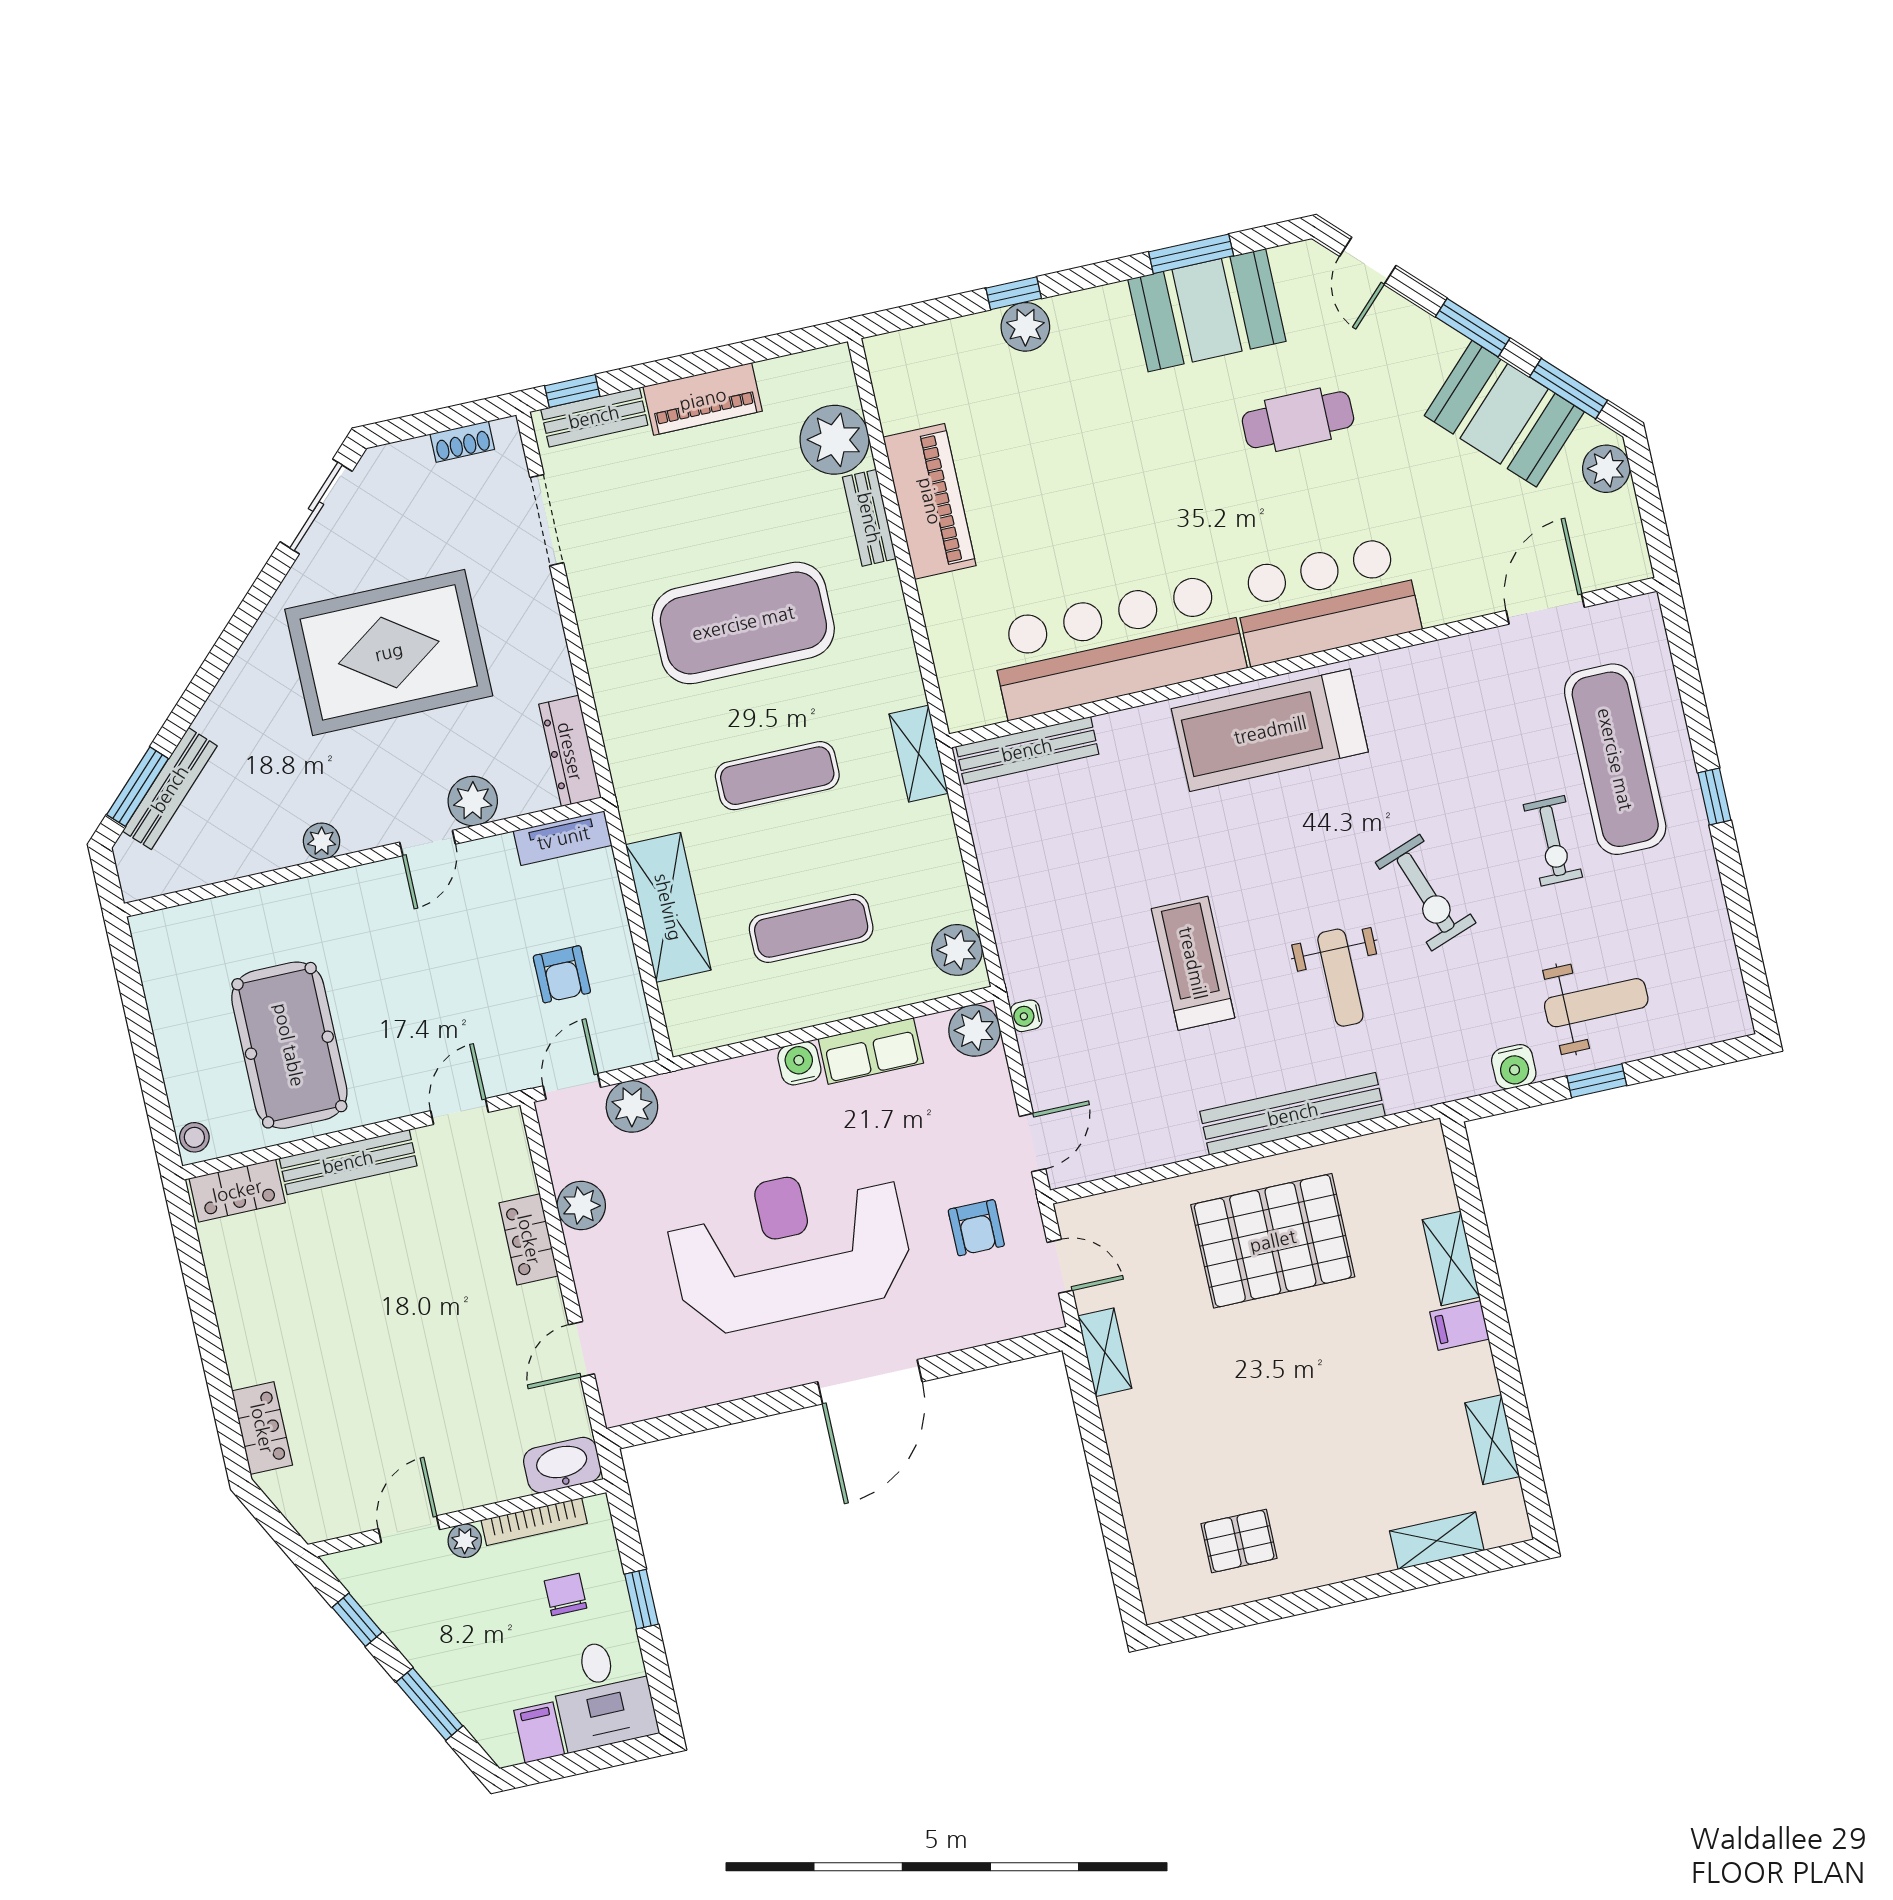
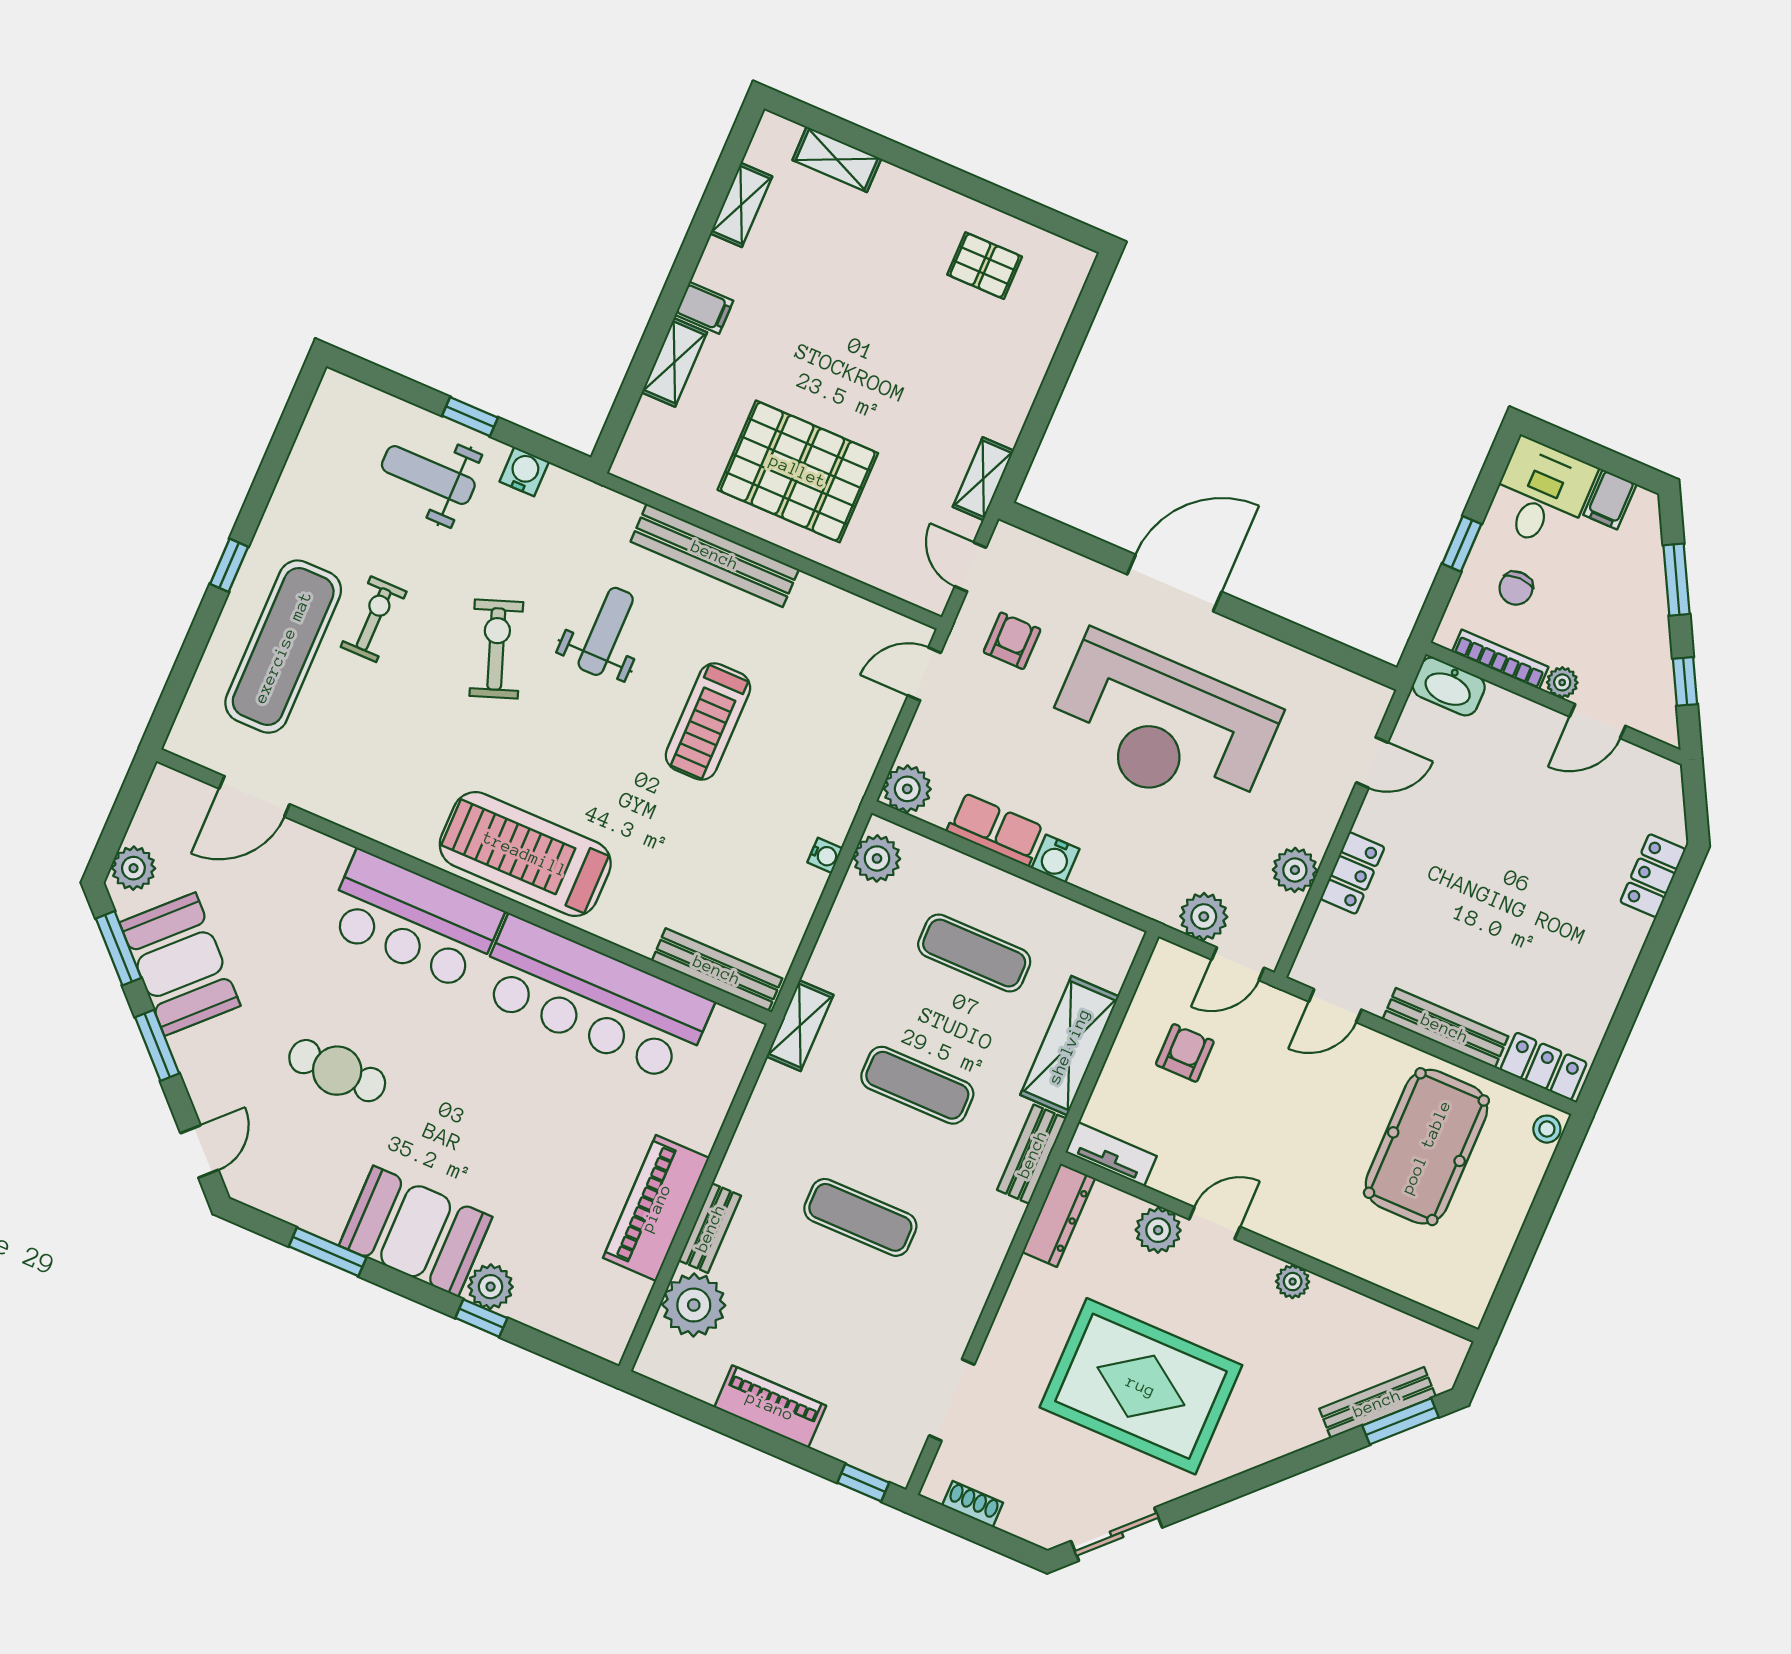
booth: (1207, 310) -> (416, 1231), moved
bench: (594, 417) -> (1032, 1154), moved, turned 90
exercise mat: (743, 623) -> (860, 1217), width x0.50, depth x0.69
treadmill: (1270, 730) -> (525, 854), turned 180
water cooler: (1026, 1016) -> (825, 855), moved

